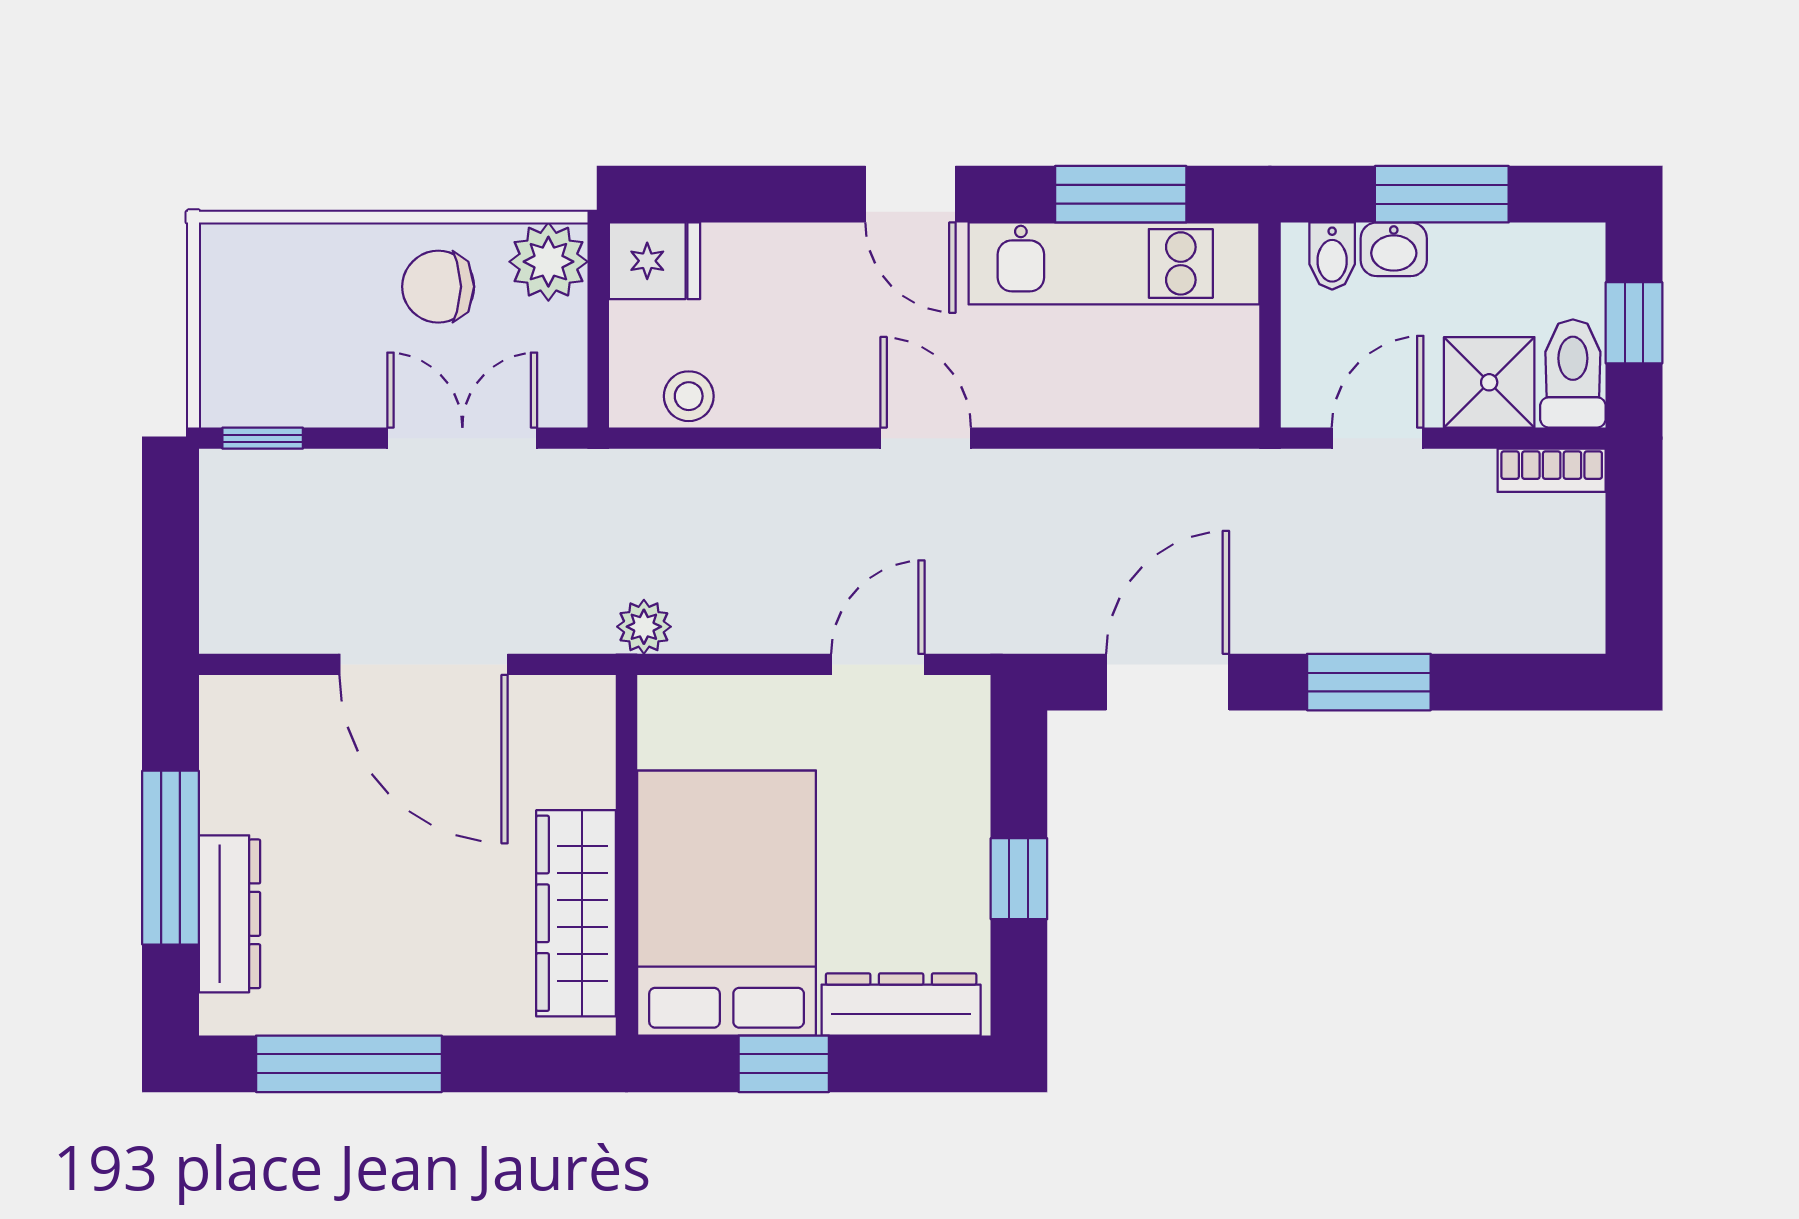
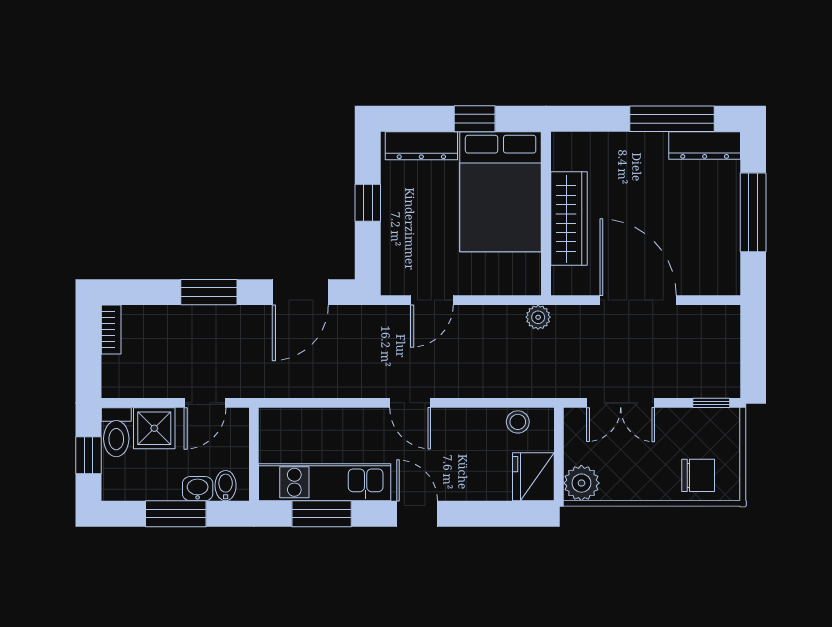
fridge: (655, 261) -> (533, 477), width x1.38
chair: (438, 287) -> (698, 475), moved
bookcase: (1552, 470) -> (111, 330), moved, turned 90
wardrobe: (576, 913) -> (569, 219), moved
dresser: (229, 914) -> (705, 146), moved, turned -90

